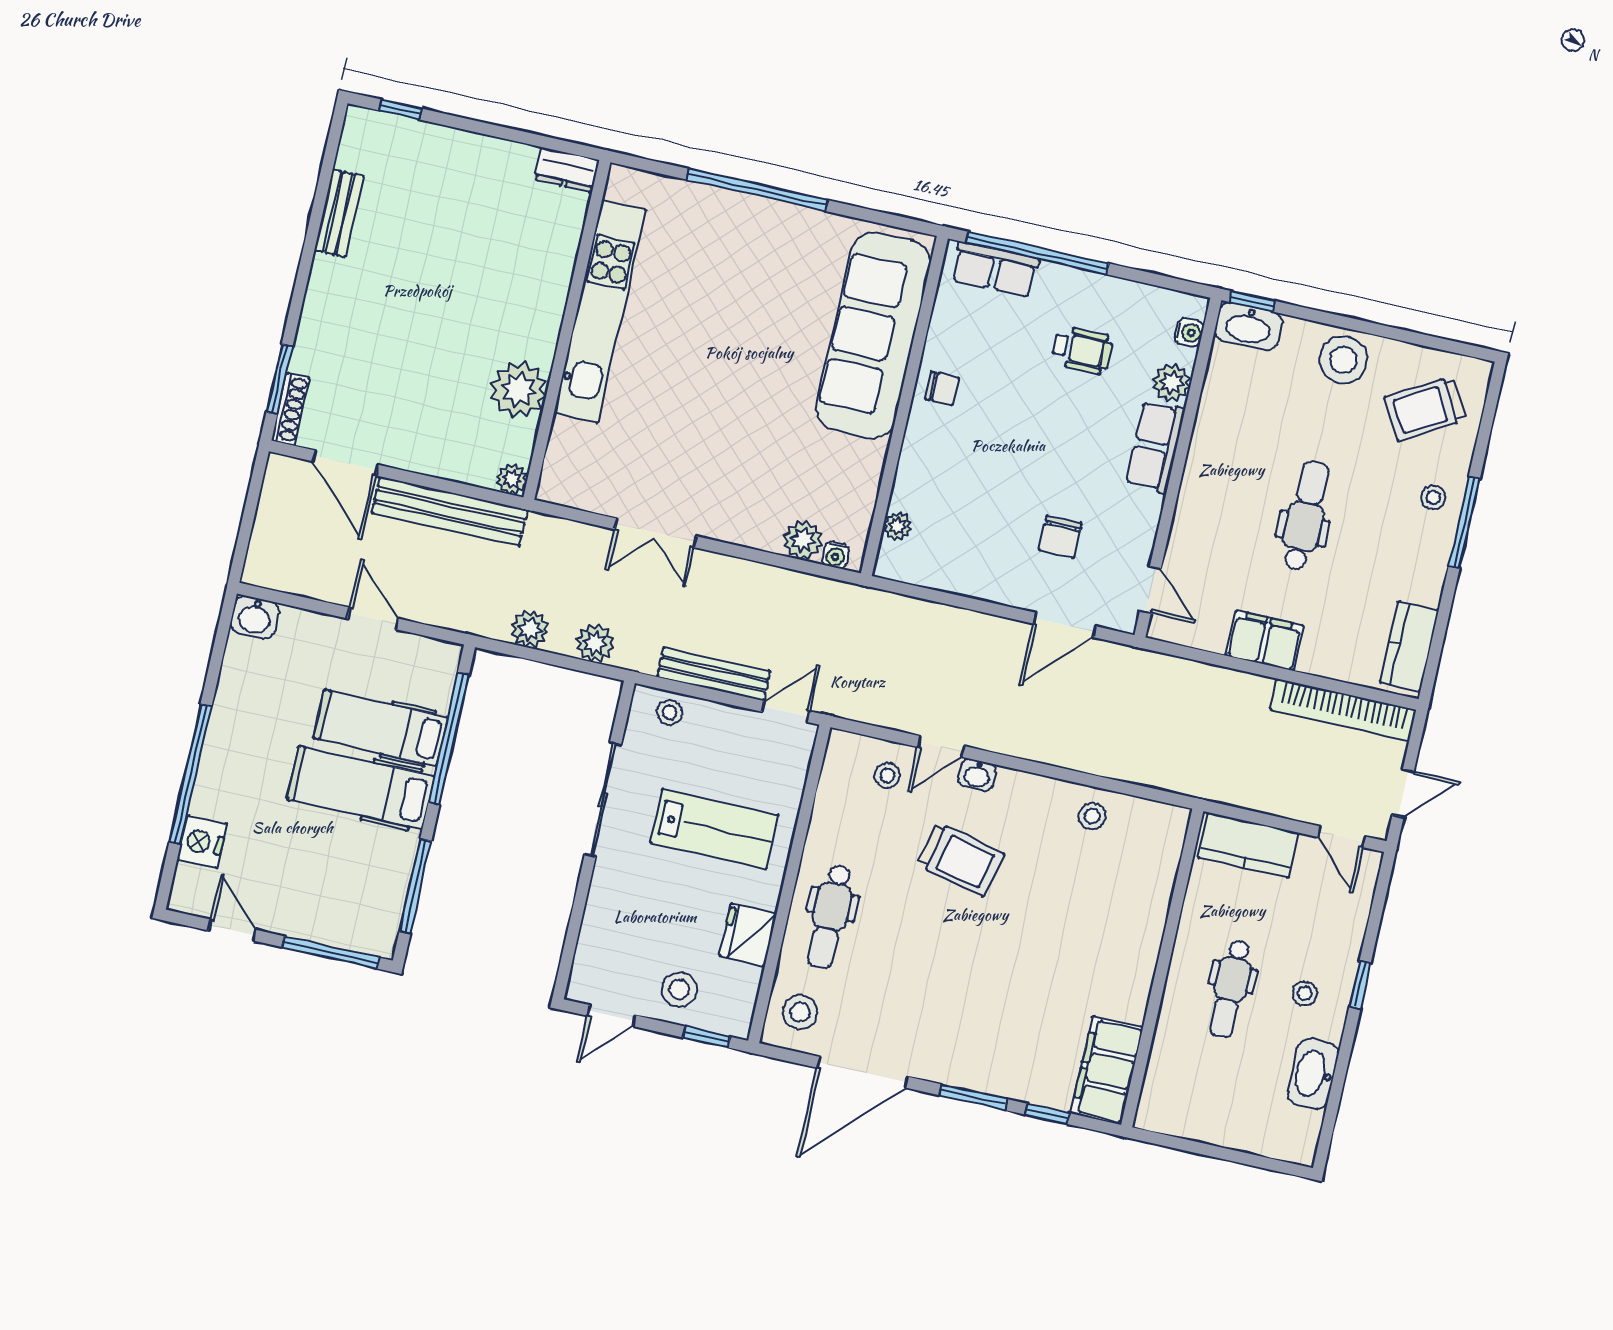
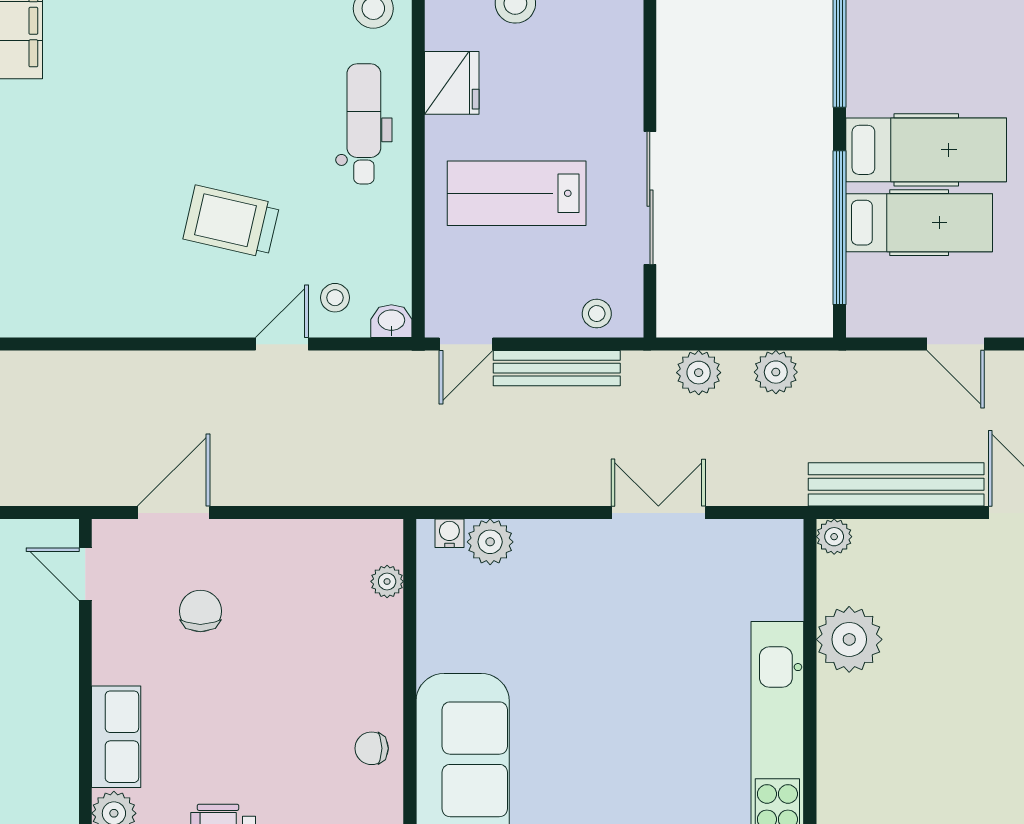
washbasin: (977, 775) -> (391, 321), moved
stool: (1092, 816) -> (94, 304), removed

